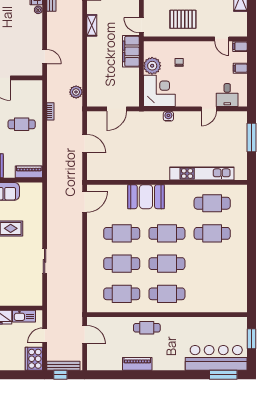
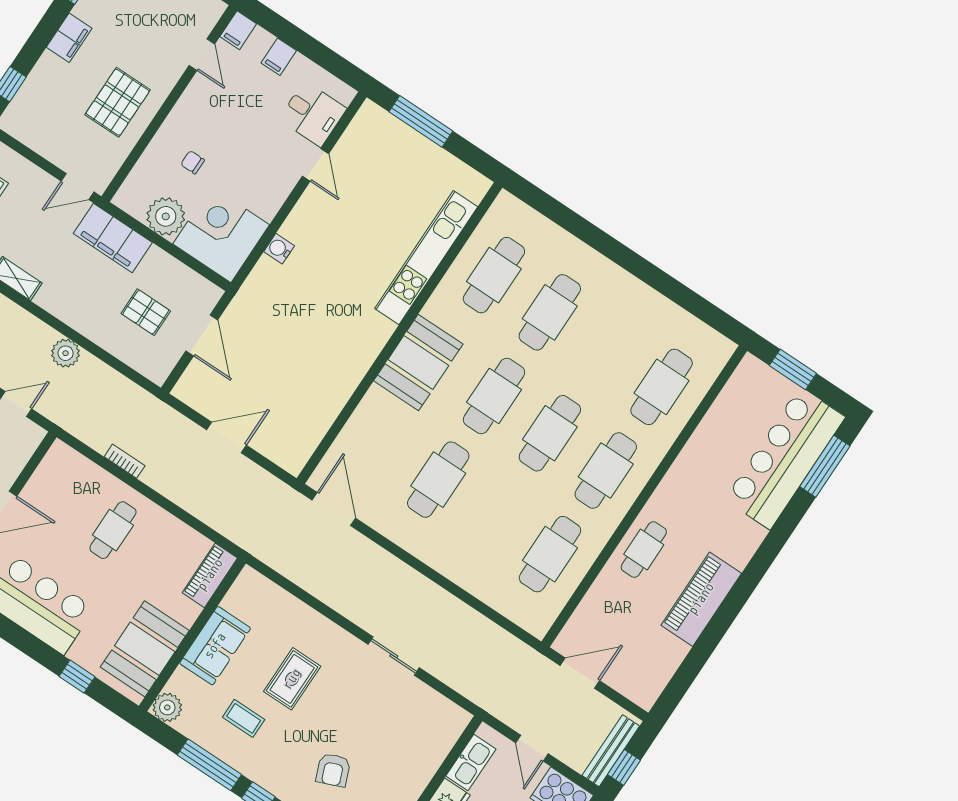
door: (222, 39) -> (202, 55), hinge flipped
pallet: (111, 82) -> (146, 312), added
plant: (76, 92) -> (66, 353), moved
booth: (146, 197) -> (418, 362), moved
cafe table: (122, 264) -> (662, 387), moved
piano: (137, 364) -> (701, 599), width x1.37, depth x1.33

